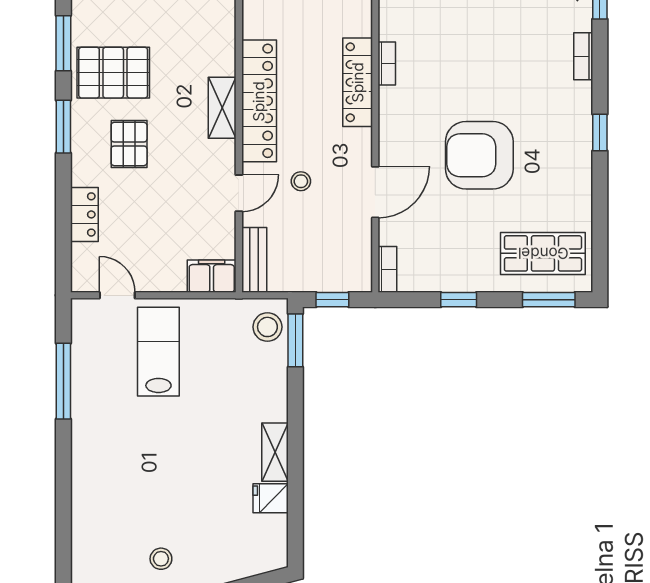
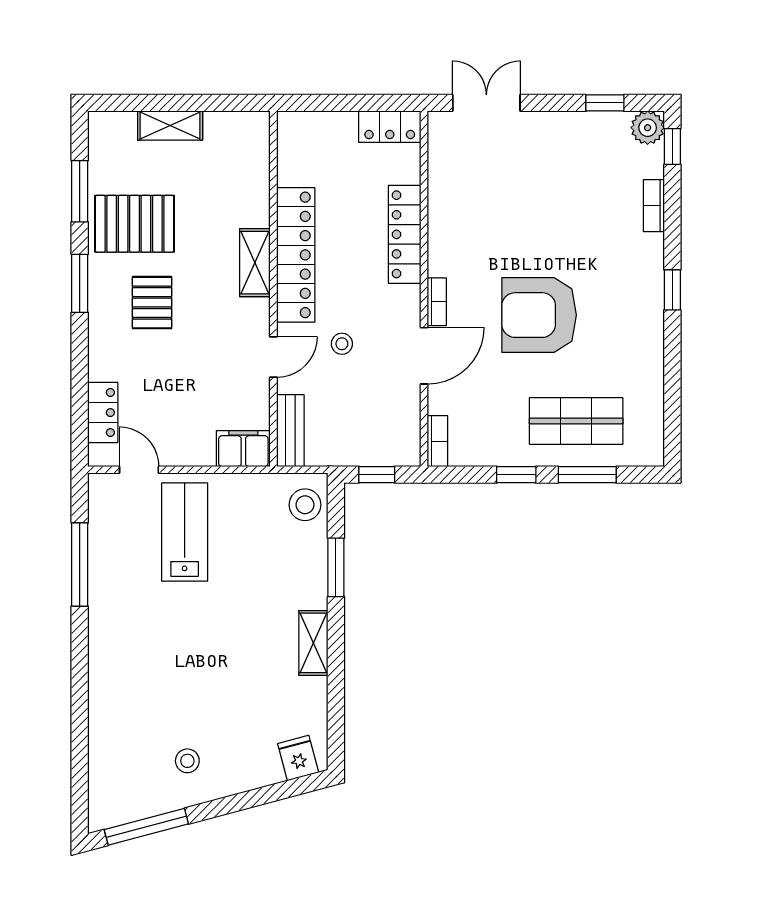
bookcase: (387, 63) -> (437, 302), moved
locker: (84, 214) -> (103, 413), moved
shop shelf: (543, 253) -> (576, 421), moved
window: (549, 300) -> (587, 475), moved
window: (295, 340) -> (336, 567), moved
fridge: (271, 498) -> (298, 758), moved, turned 75

